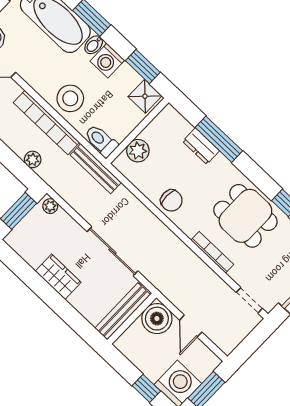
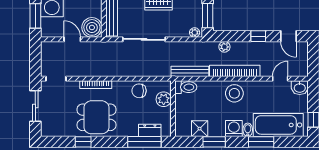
wall: (137, 131) -> (173, 109), moved
toilet: (101, 141) -> (186, 87), moved
plant: (138, 151) -> (164, 99), moved

